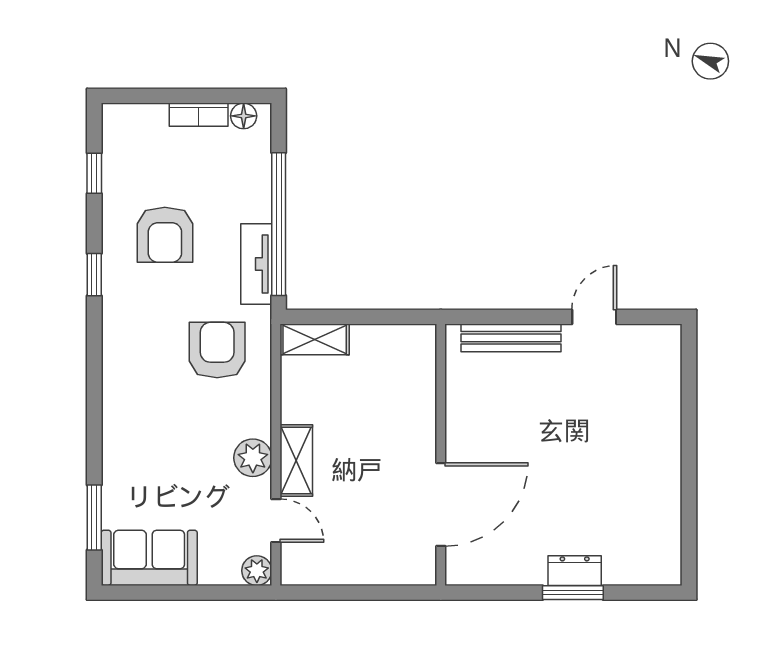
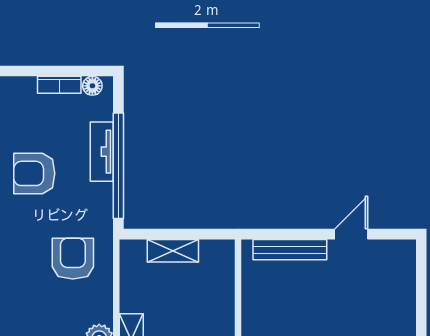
armchair: (165, 235) -> (34, 173), turned 90
tv unit: (256, 264) -> (102, 152), moved
shelving: (315, 339) -> (173, 251), moved

